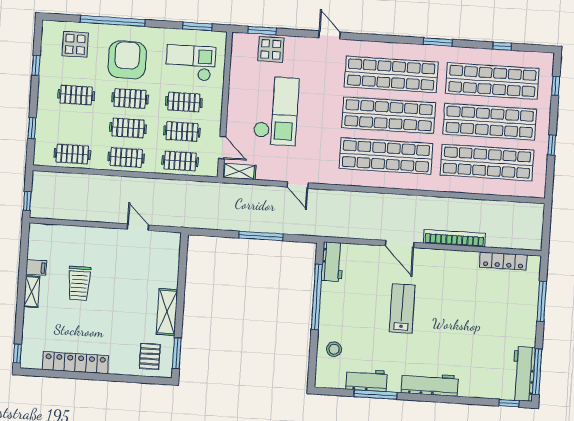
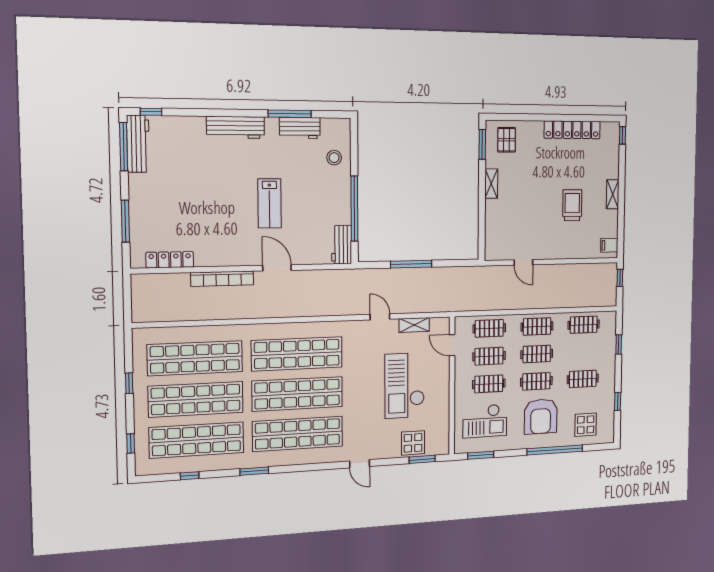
shelving: (239, 171) -> (414, 325), moved
filing cabinet: (36, 267) -> (609, 245), moved
shelving: (167, 312) -> (491, 184), width x0.67, depth x0.75

